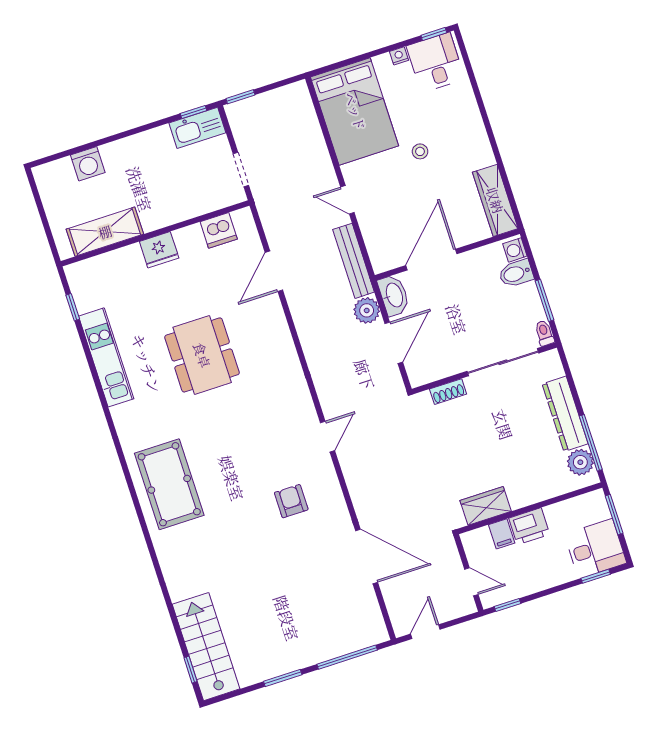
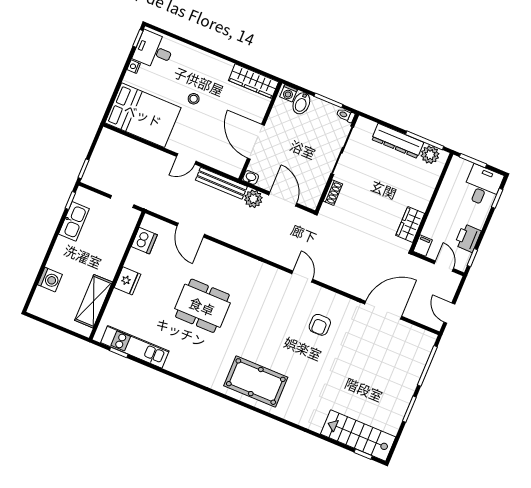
kitchen sink: (197, 128) -> (74, 221), moved
washbasin: (394, 295) -> (251, 177), width x0.52, depth x0.69
kitchen unit: (106, 357) -> (135, 347), moved
armchair: (291, 501) -> (320, 325), turned -90
printer: (529, 526) -> (468, 238), moved, turned 180
filing cabinet: (502, 534) -> (423, 246), moved, turned -90
door: (471, 582) -> (444, 266), hinge flipped

